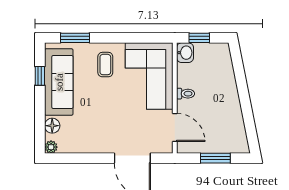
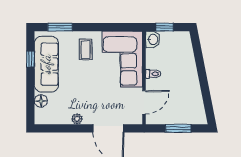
door: (175, 127) -> (144, 102), hinge flipped
plant: (51, 147) -> (77, 119), moved

